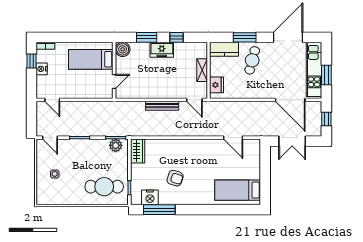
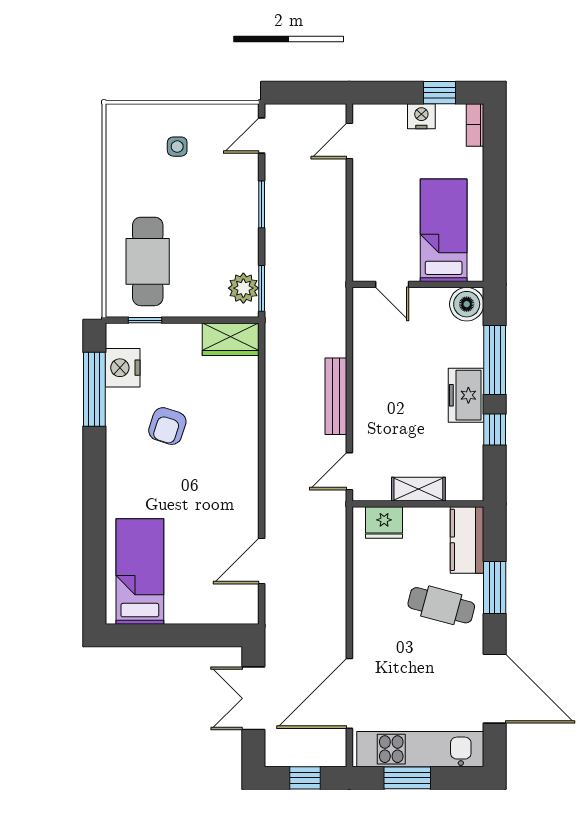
window: (147, 37) -> (495, 360), width x1.44

